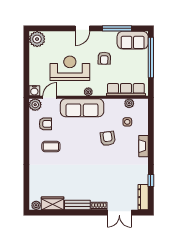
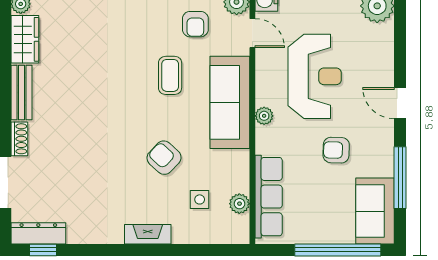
armchair: (108, 138) -> (164, 158), turned -129
coffee table: (51, 147) -> (170, 75), moved
window: (151, 181) -> (43, 250), moved

